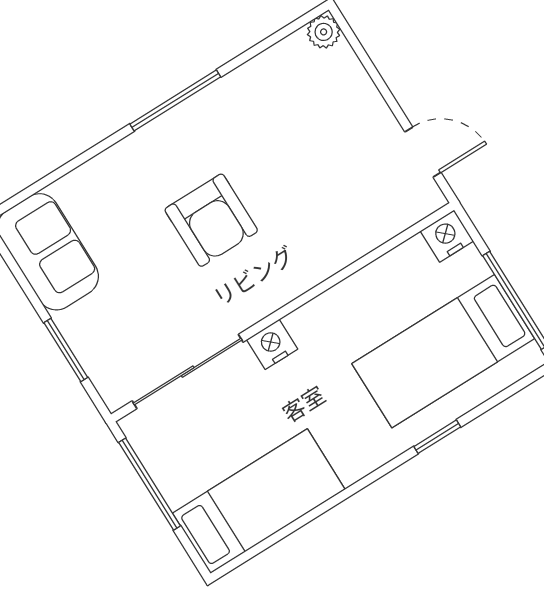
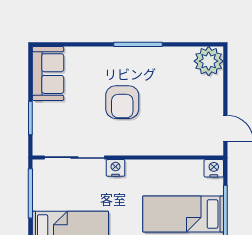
plant: (324, 32) -> (209, 61), width x1.87, depth x1.87

